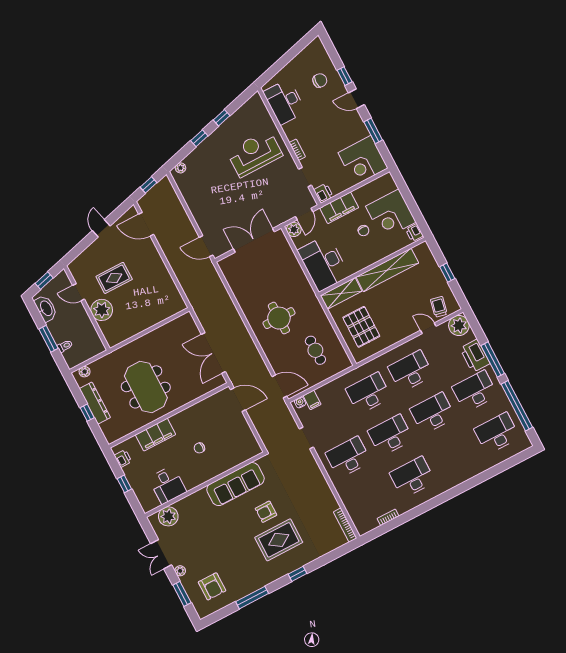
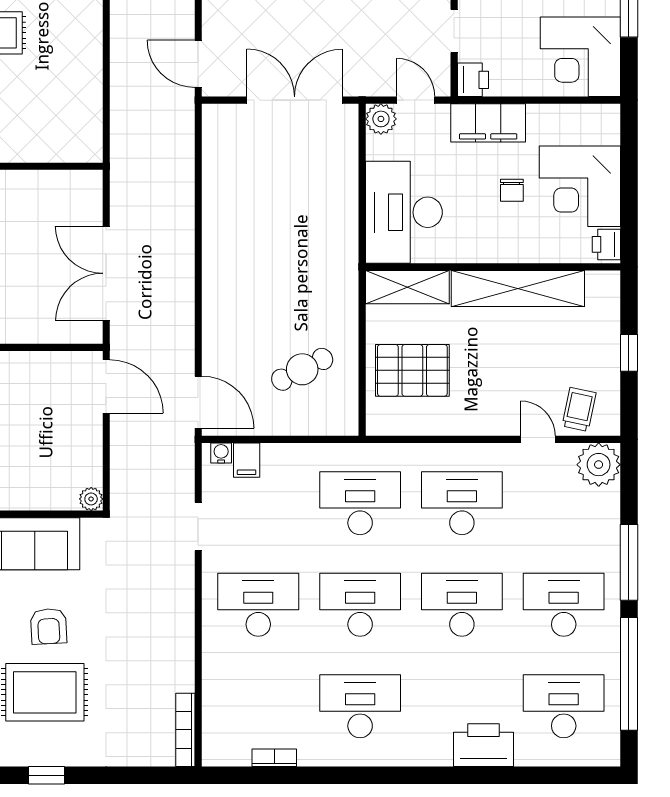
door: (304, 214) -> (416, 100), swing flipped
round table: (279, 318) -> (265, 272), removed
pallet: (361, 327) -> (412, 370), turned 90
cafe table: (315, 350) -> (302, 369), turned 63
printer: (475, 356) -> (483, 745), moved, turned 90
plant: (256, 450) -> (91, 499), added
armchair: (266, 512) -> (49, 626), turned -93

